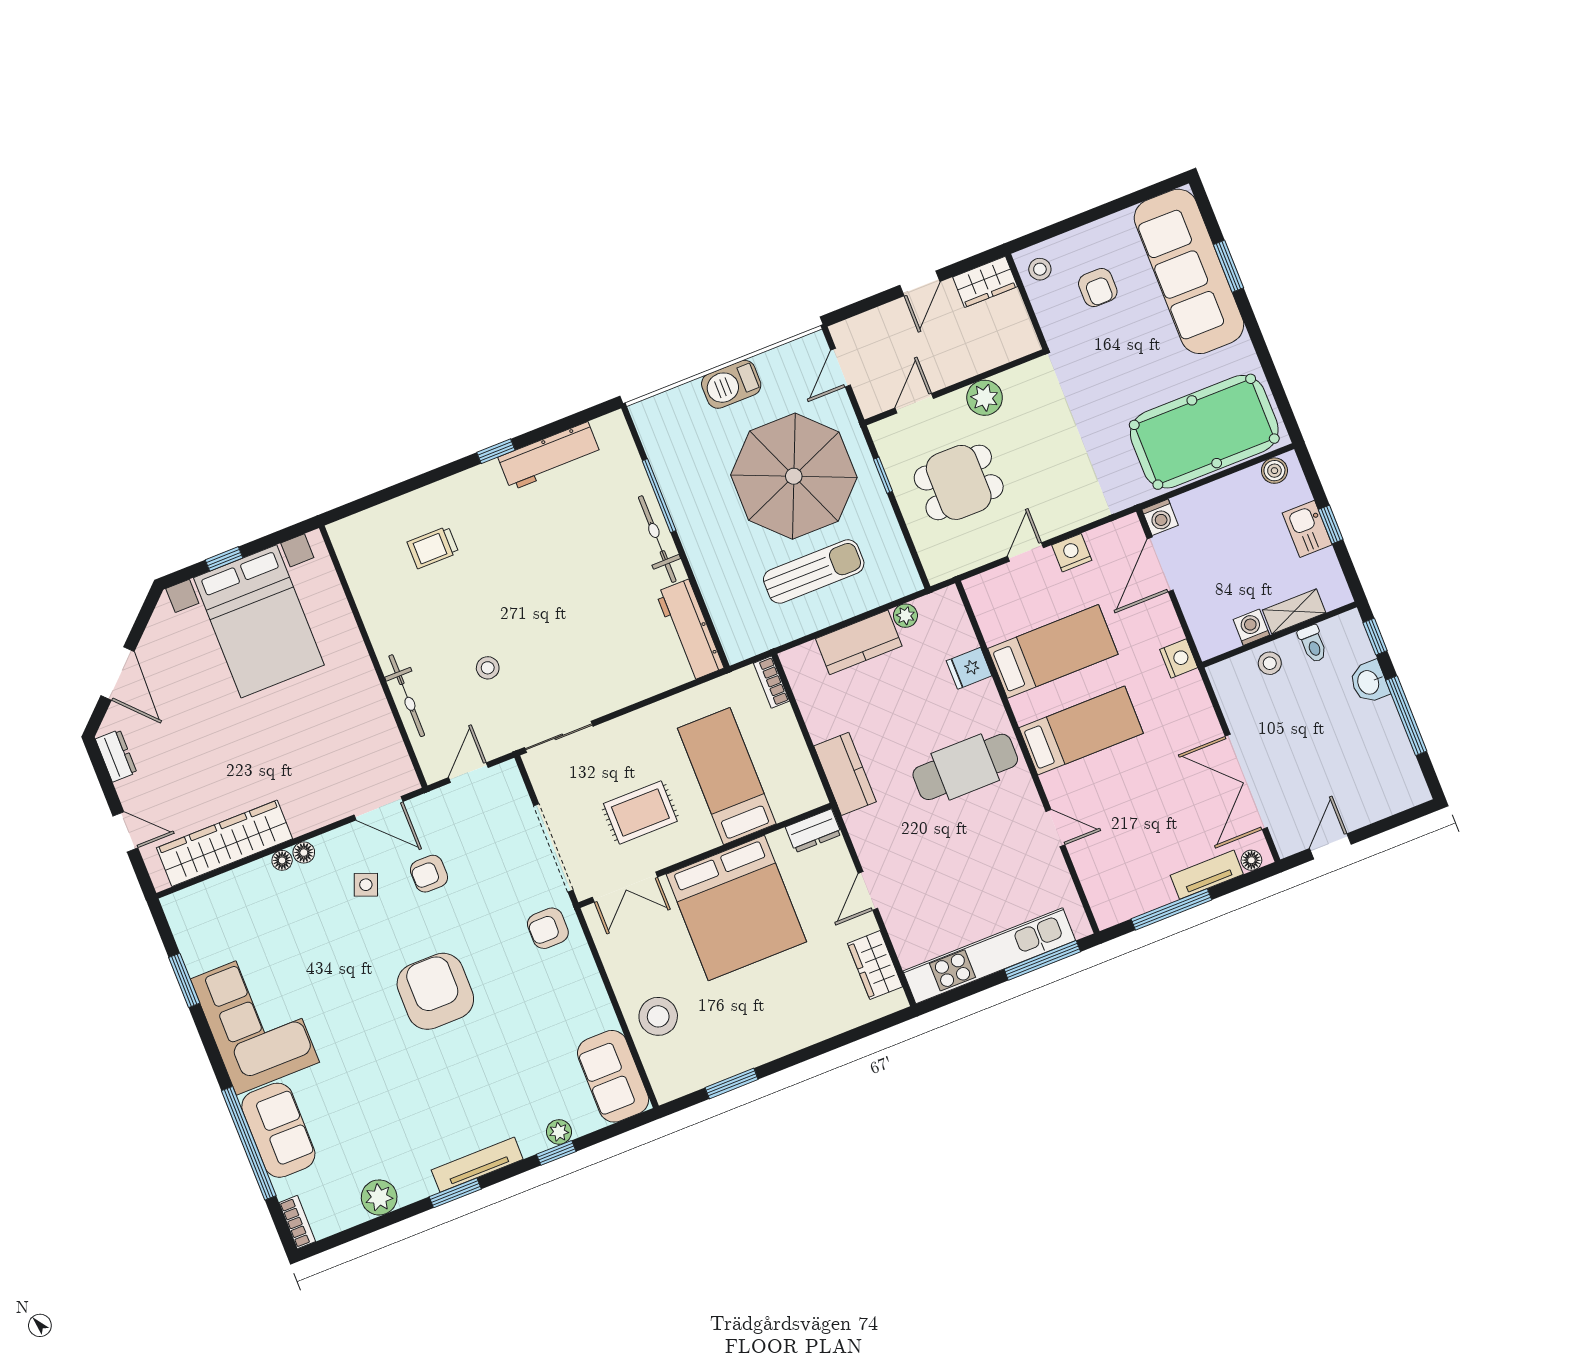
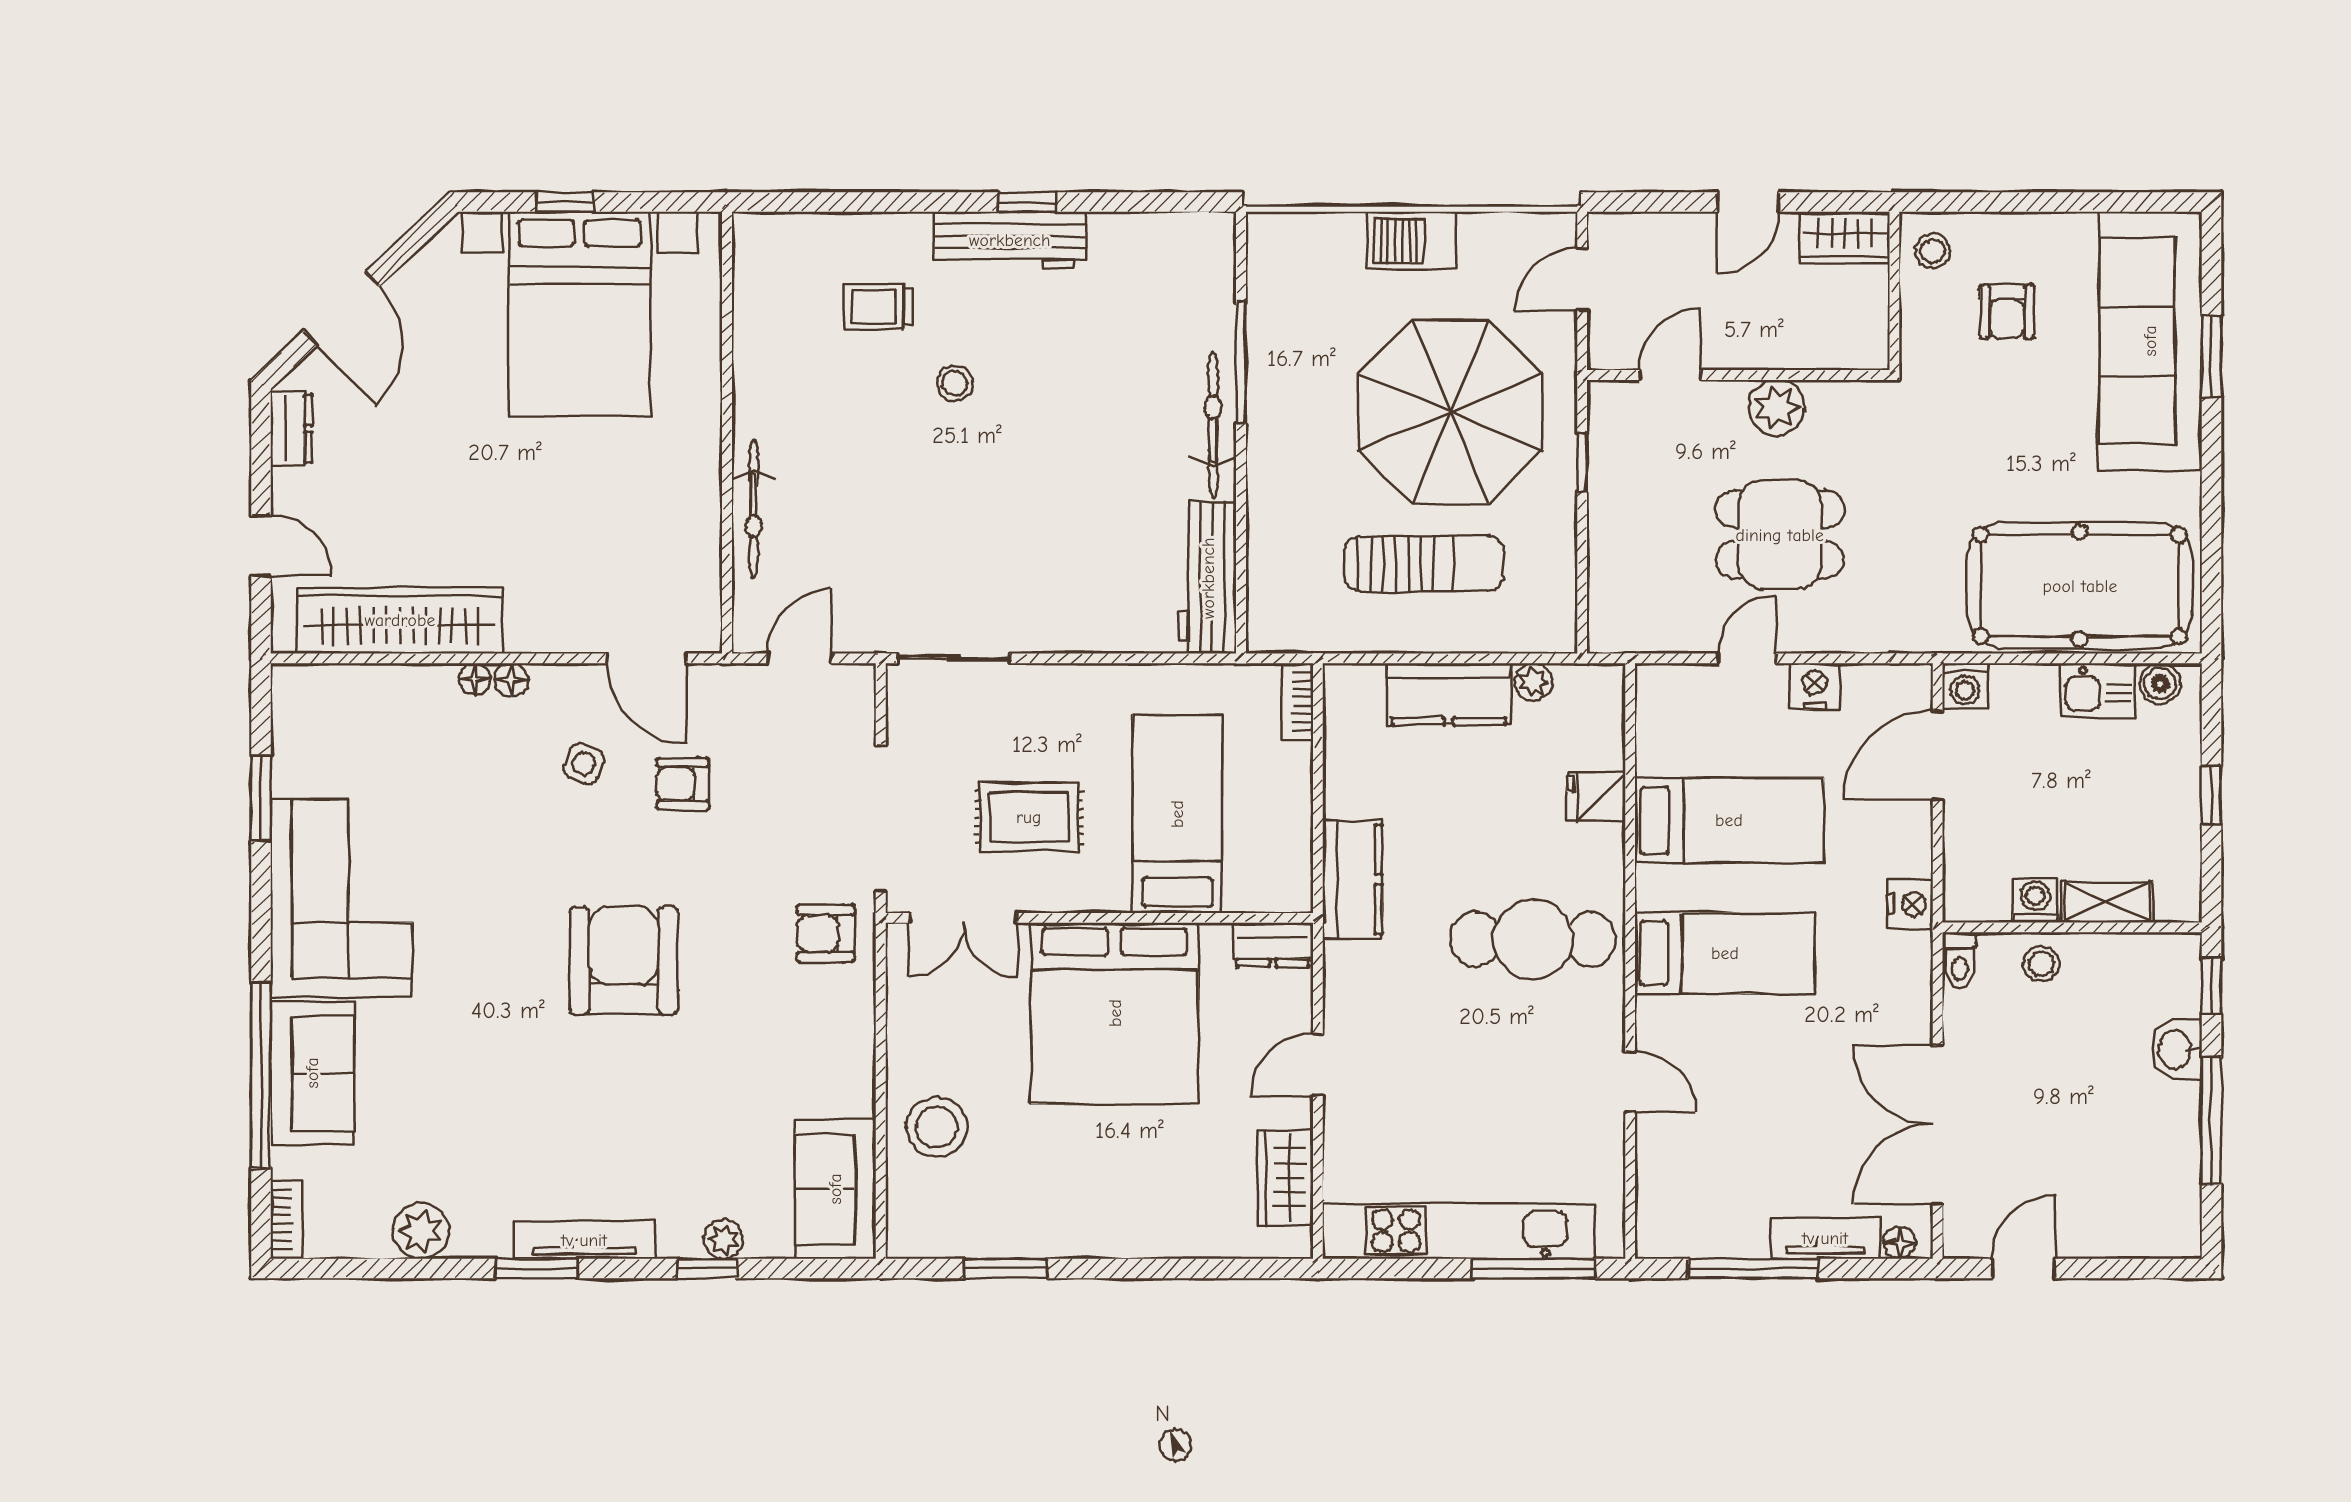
workbench: (549, 456) -> (1010, 240), moved
dining table: (959, 482) -> (1780, 535), moved
kitchen sink: (1307, 529) -> (2098, 691), moved, turned -90
toilet: (1313, 644) -> (1960, 960), moved
stool: (488, 668) -> (955, 383), moved

